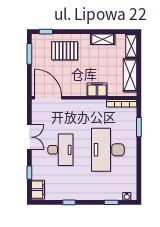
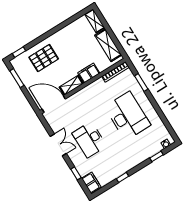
shelving: (103, 39) -> (71, 85), moved
desk: (60, 150) -> (89, 140), turned 180
desk: (108, 150) -> (128, 116), turned 180

